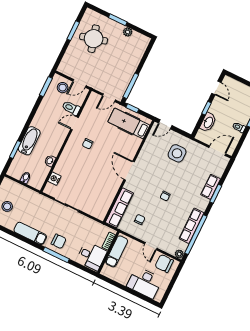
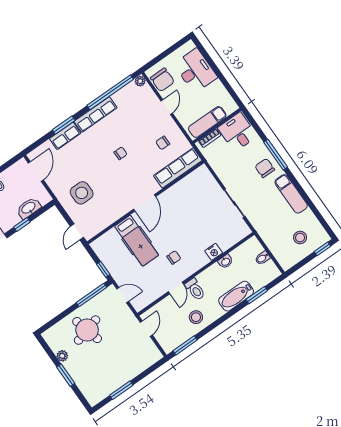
round table: (94, 39) -> (87, 330), moved
door: (79, 83) -> (146, 329), hinge flipped
stool: (63, 88) -> (196, 317), moved
toilet: (71, 108) -> (195, 289), moved
door: (74, 123) -> (176, 288), hinge flipped
hospital bed: (129, 123) -> (137, 241), moved
door: (165, 124) -> (77, 232), swing flipped
door: (217, 151) -> (36, 171), swing flipped
nightstand: (54, 179) -> (214, 252), moved
row of seats: (192, 226) -> (96, 115), moved

